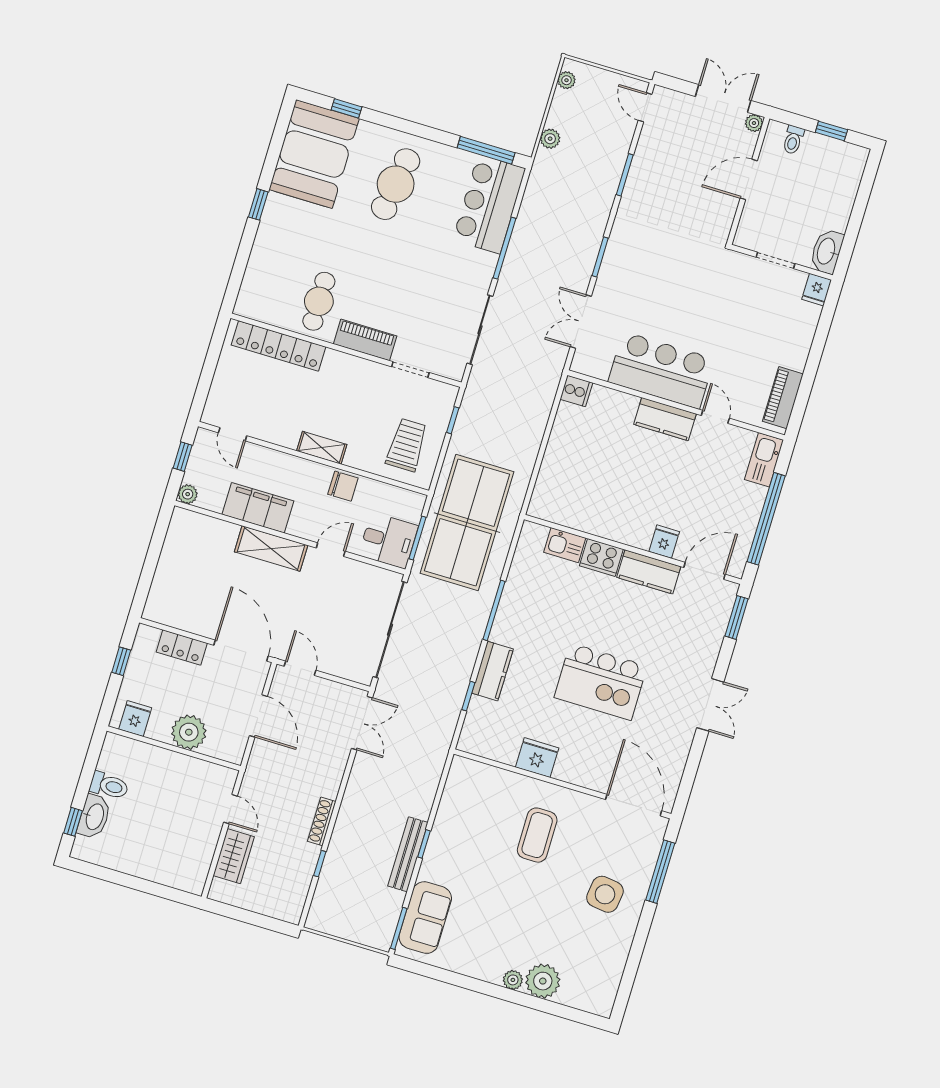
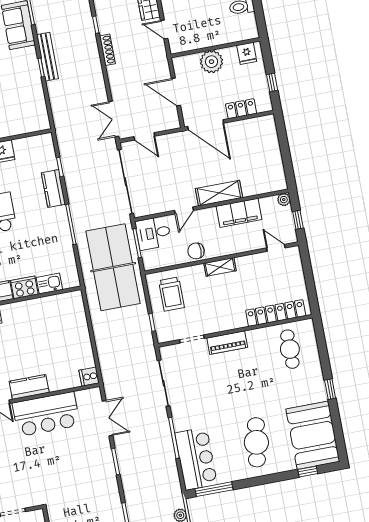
cafe table: (319, 301) -> (290, 349), moved
door: (300, 668) -> (144, 136), moved

